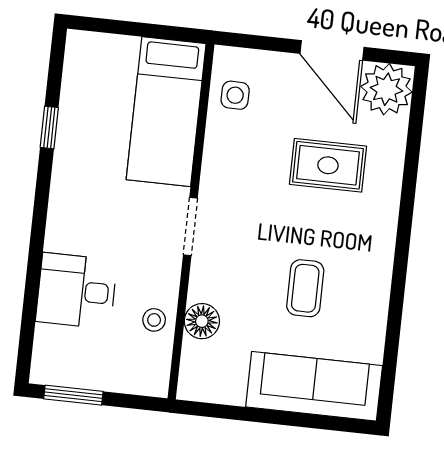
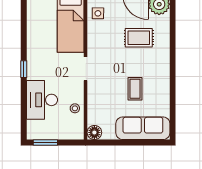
window: (49, 128) -> (24, 69), moved
desk: (76, 291) -> (42, 100), width x1.37
floor lamp: (202, 321) -> (94, 132), moved

